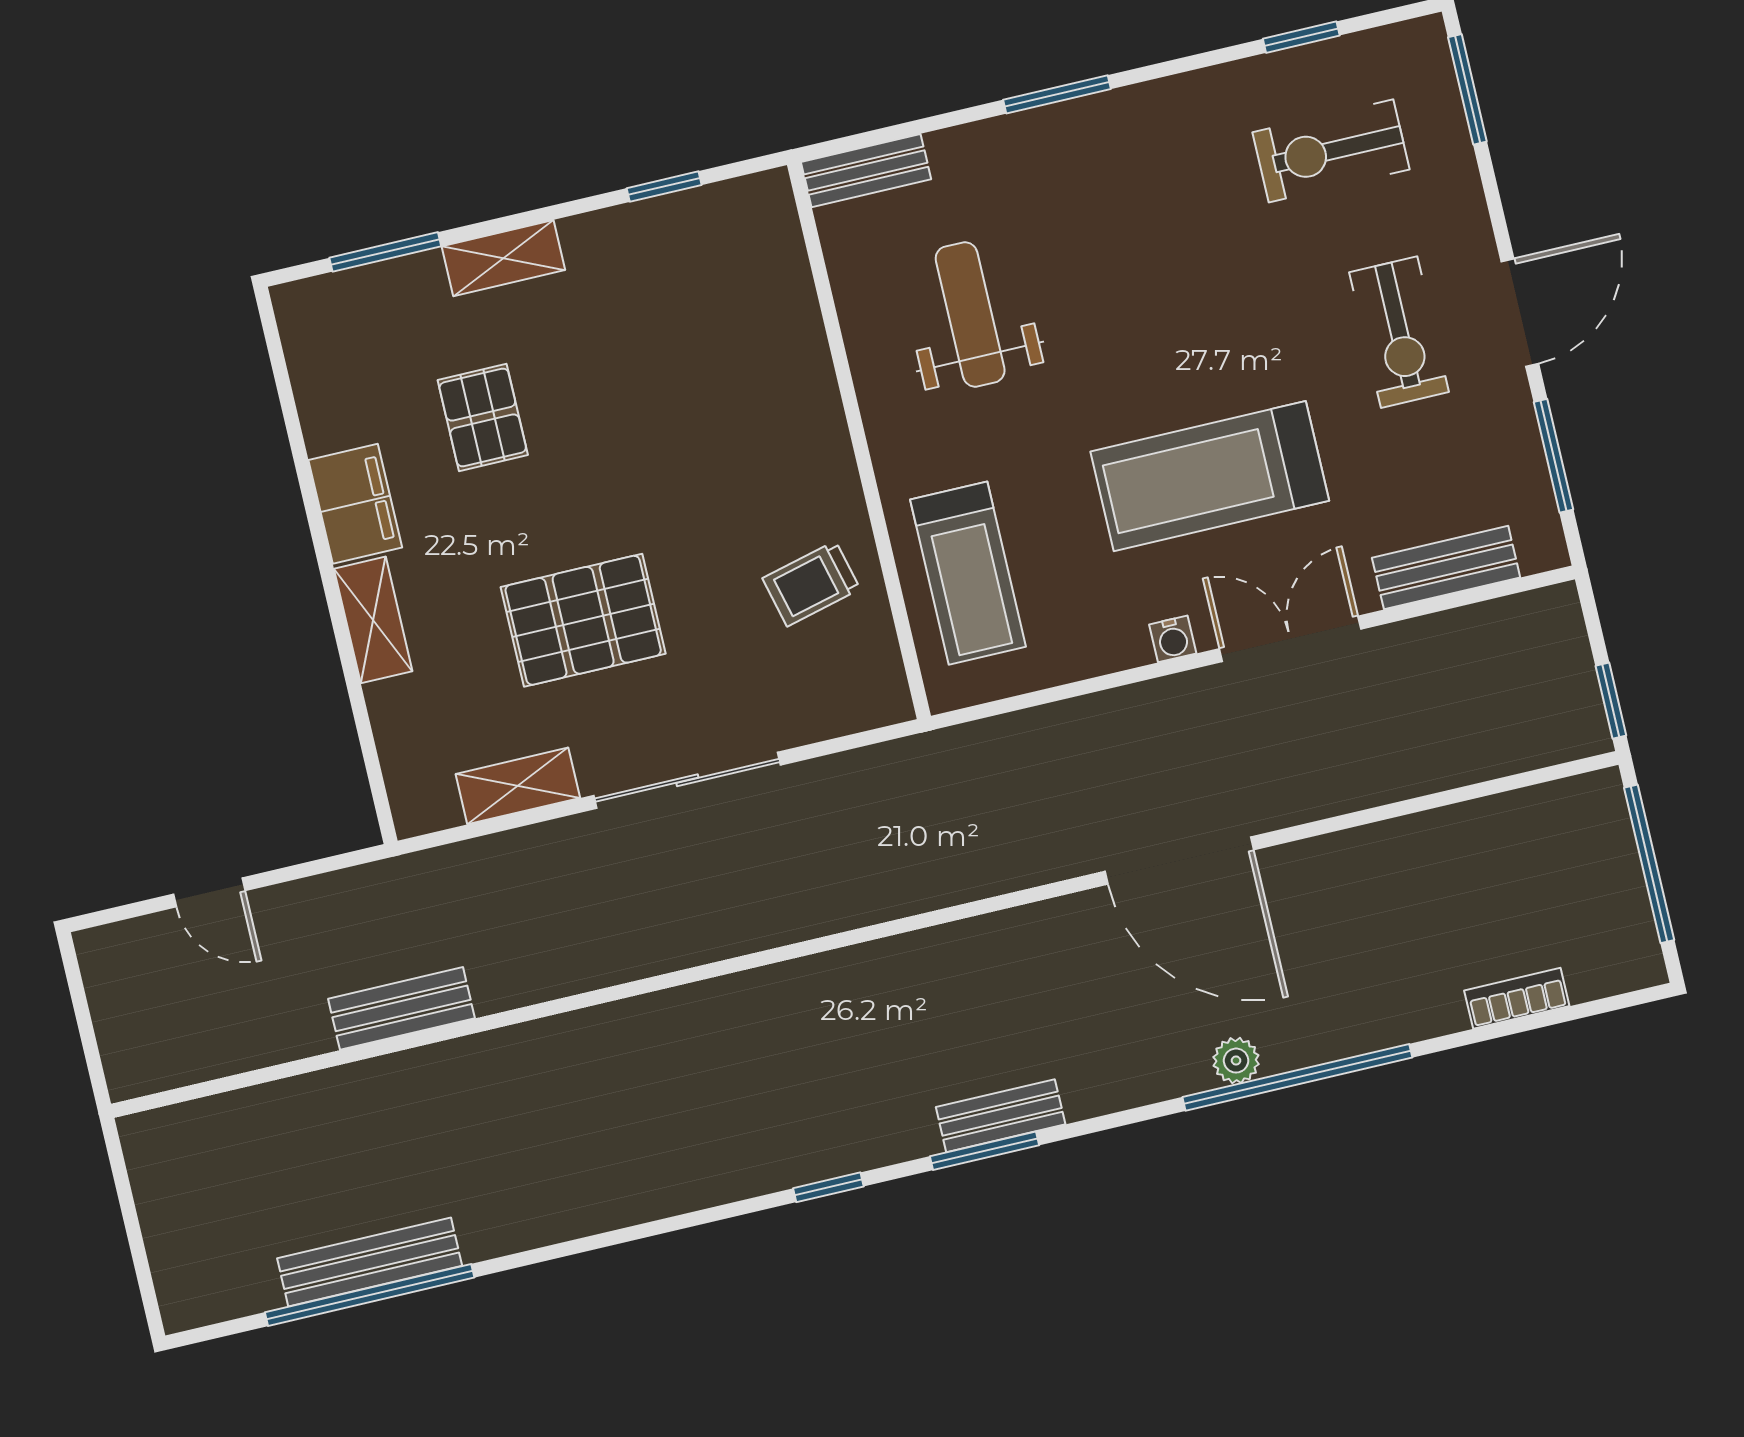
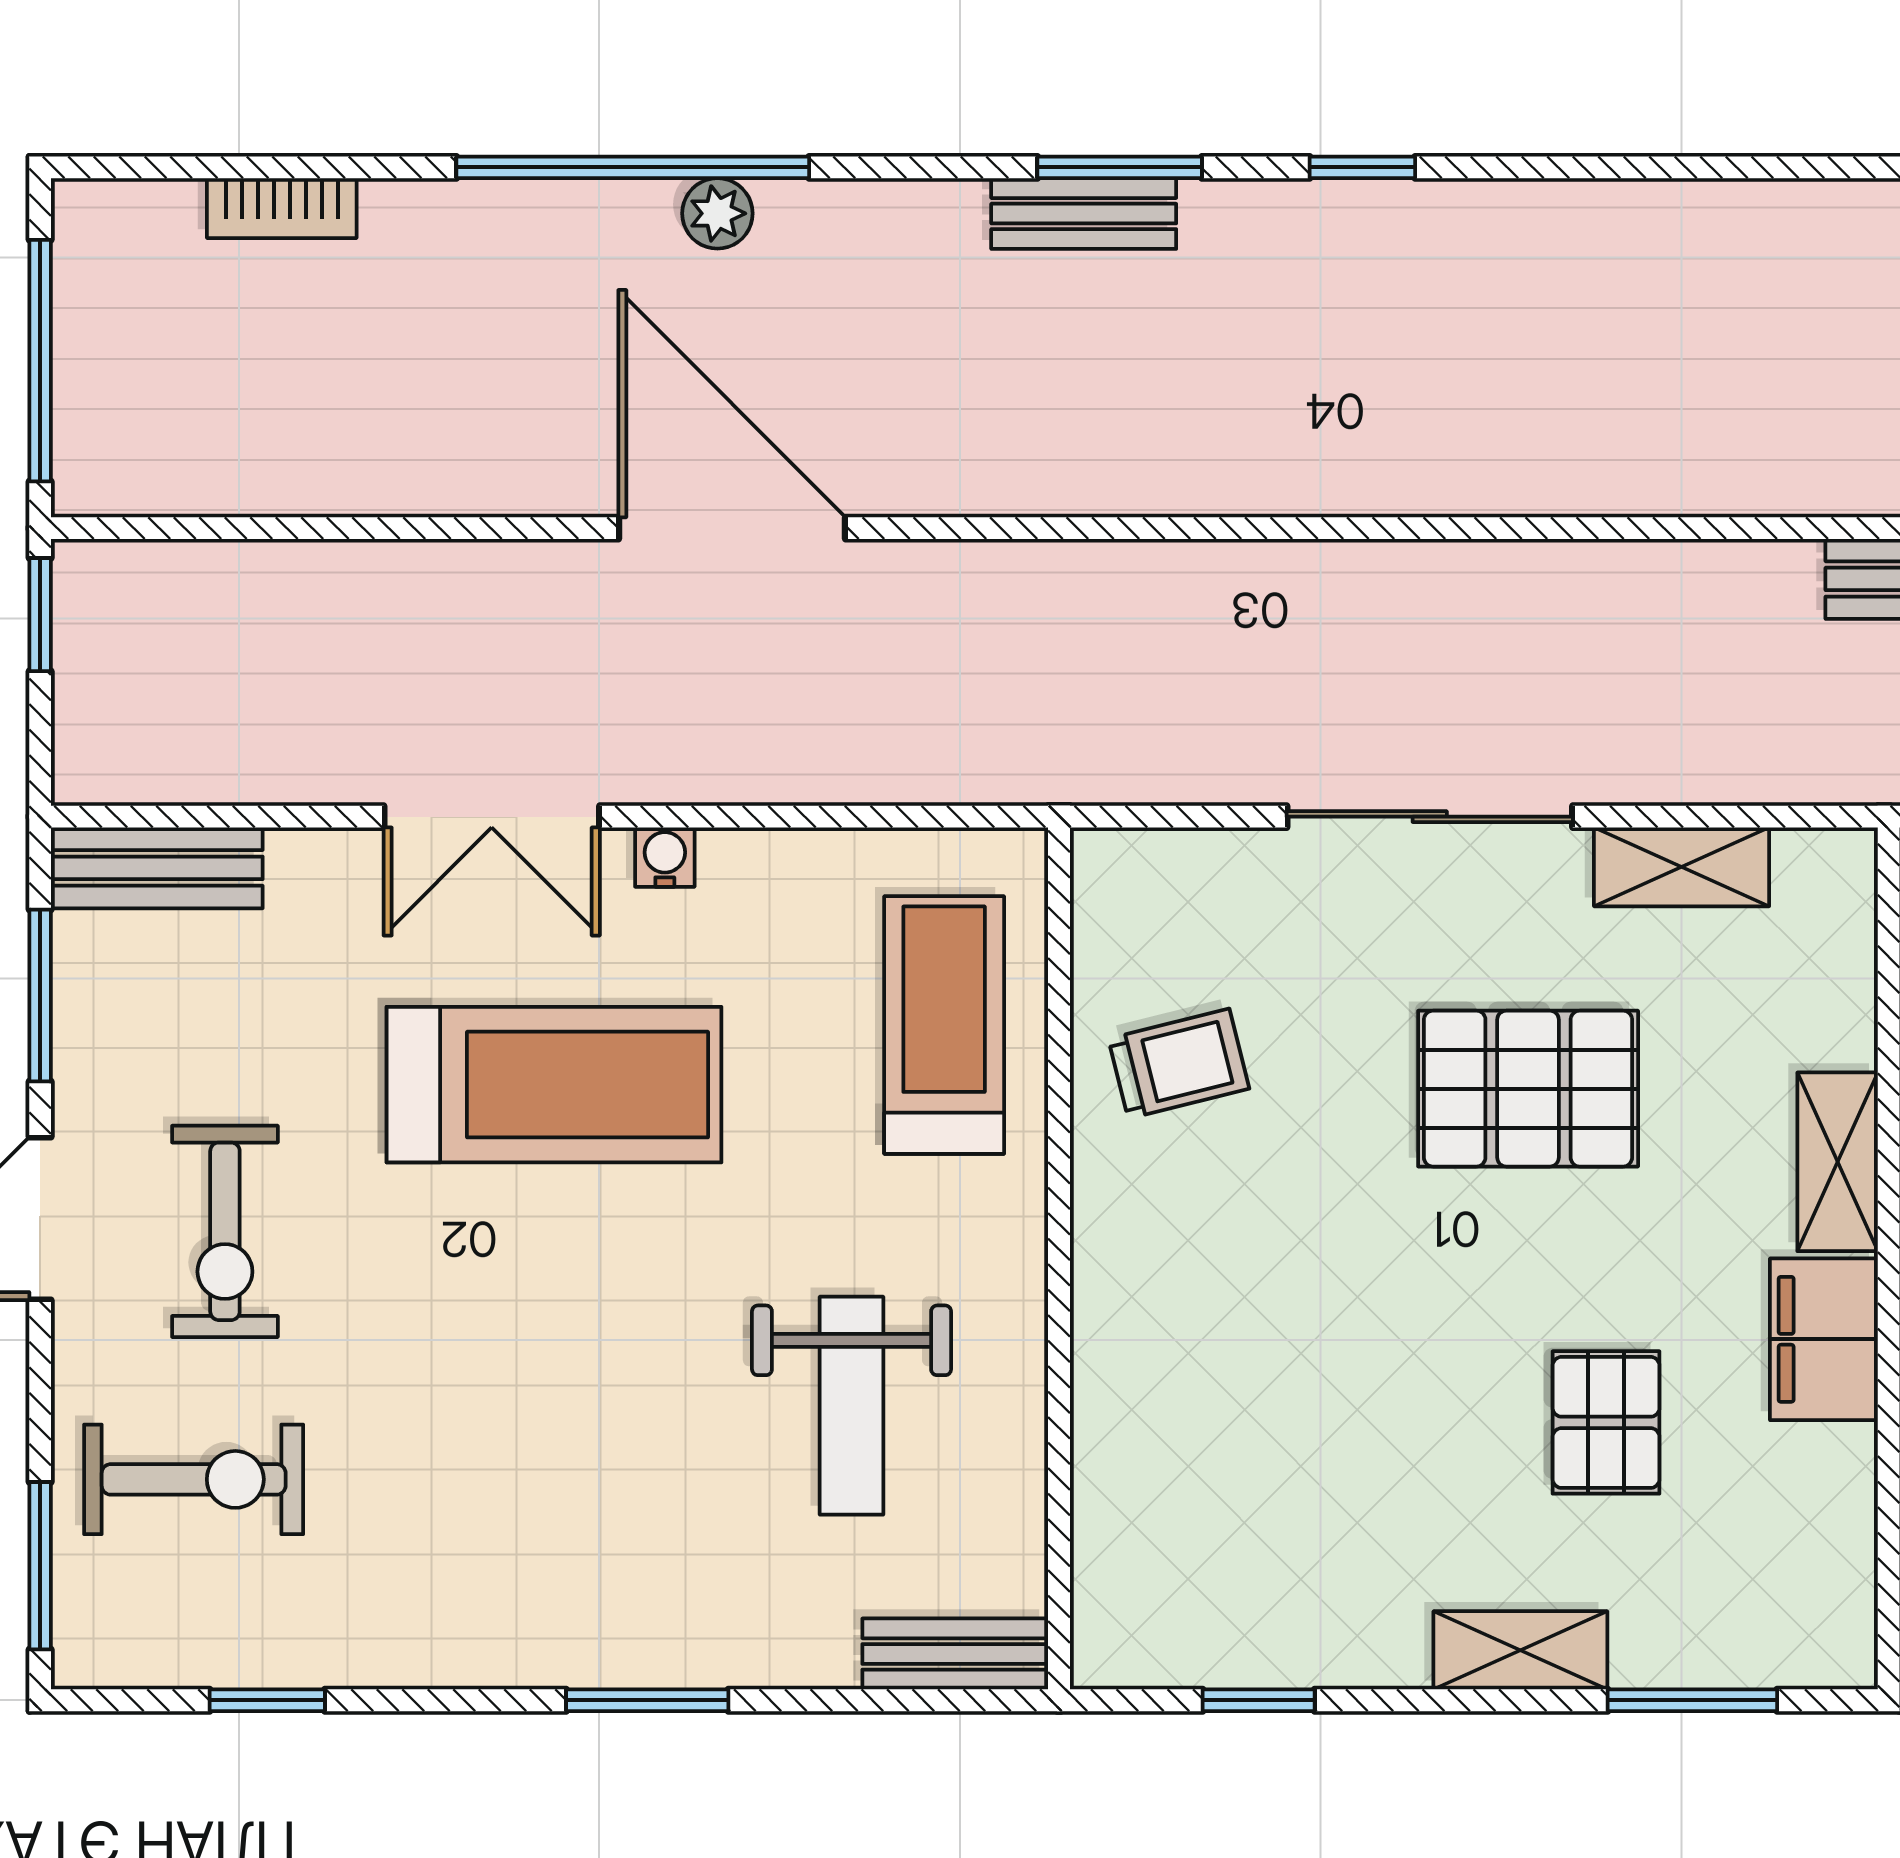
exercise bike: (1331, 151) -> (194, 1479), moved
exercise bike: (1399, 332) -> (225, 1231), turned 180
bench: (1446, 568) -> (157, 868), moved

